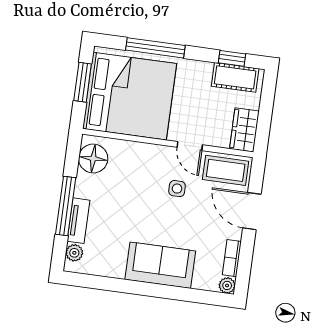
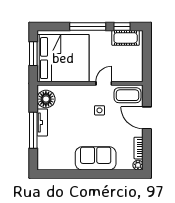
window: (155, 48) -> (88, 27), moved
wardrobe: (244, 130) -> (136, 69), removed
door: (190, 146) -> (104, 83), swing flipped
tv unit: (79, 221) -> (42, 122), moved
plant: (74, 253) -> (42, 158), removed

